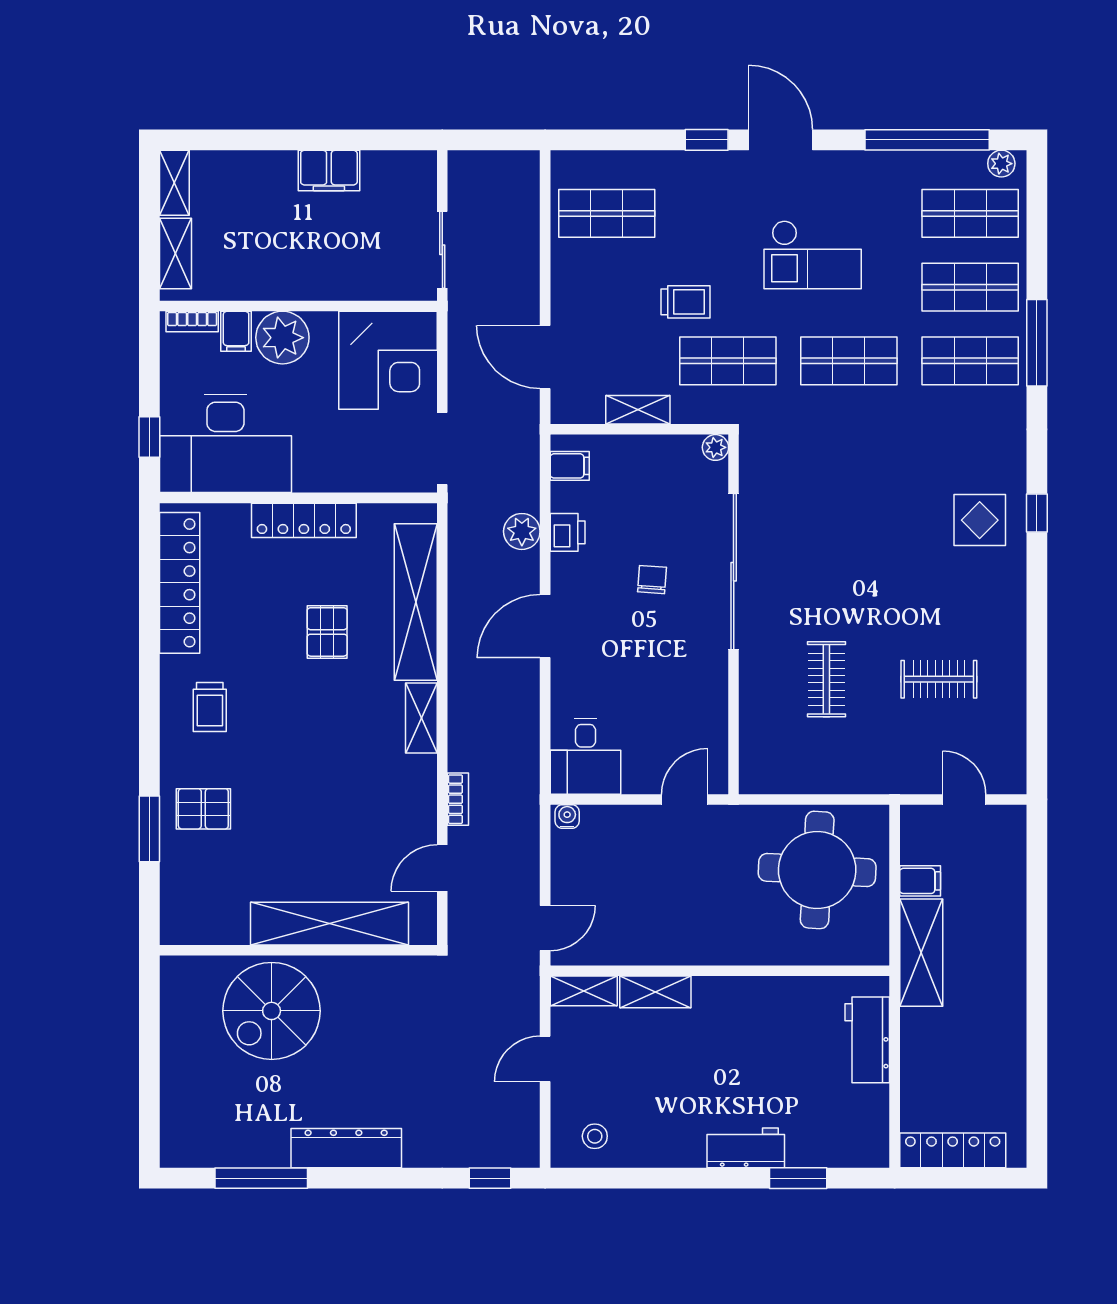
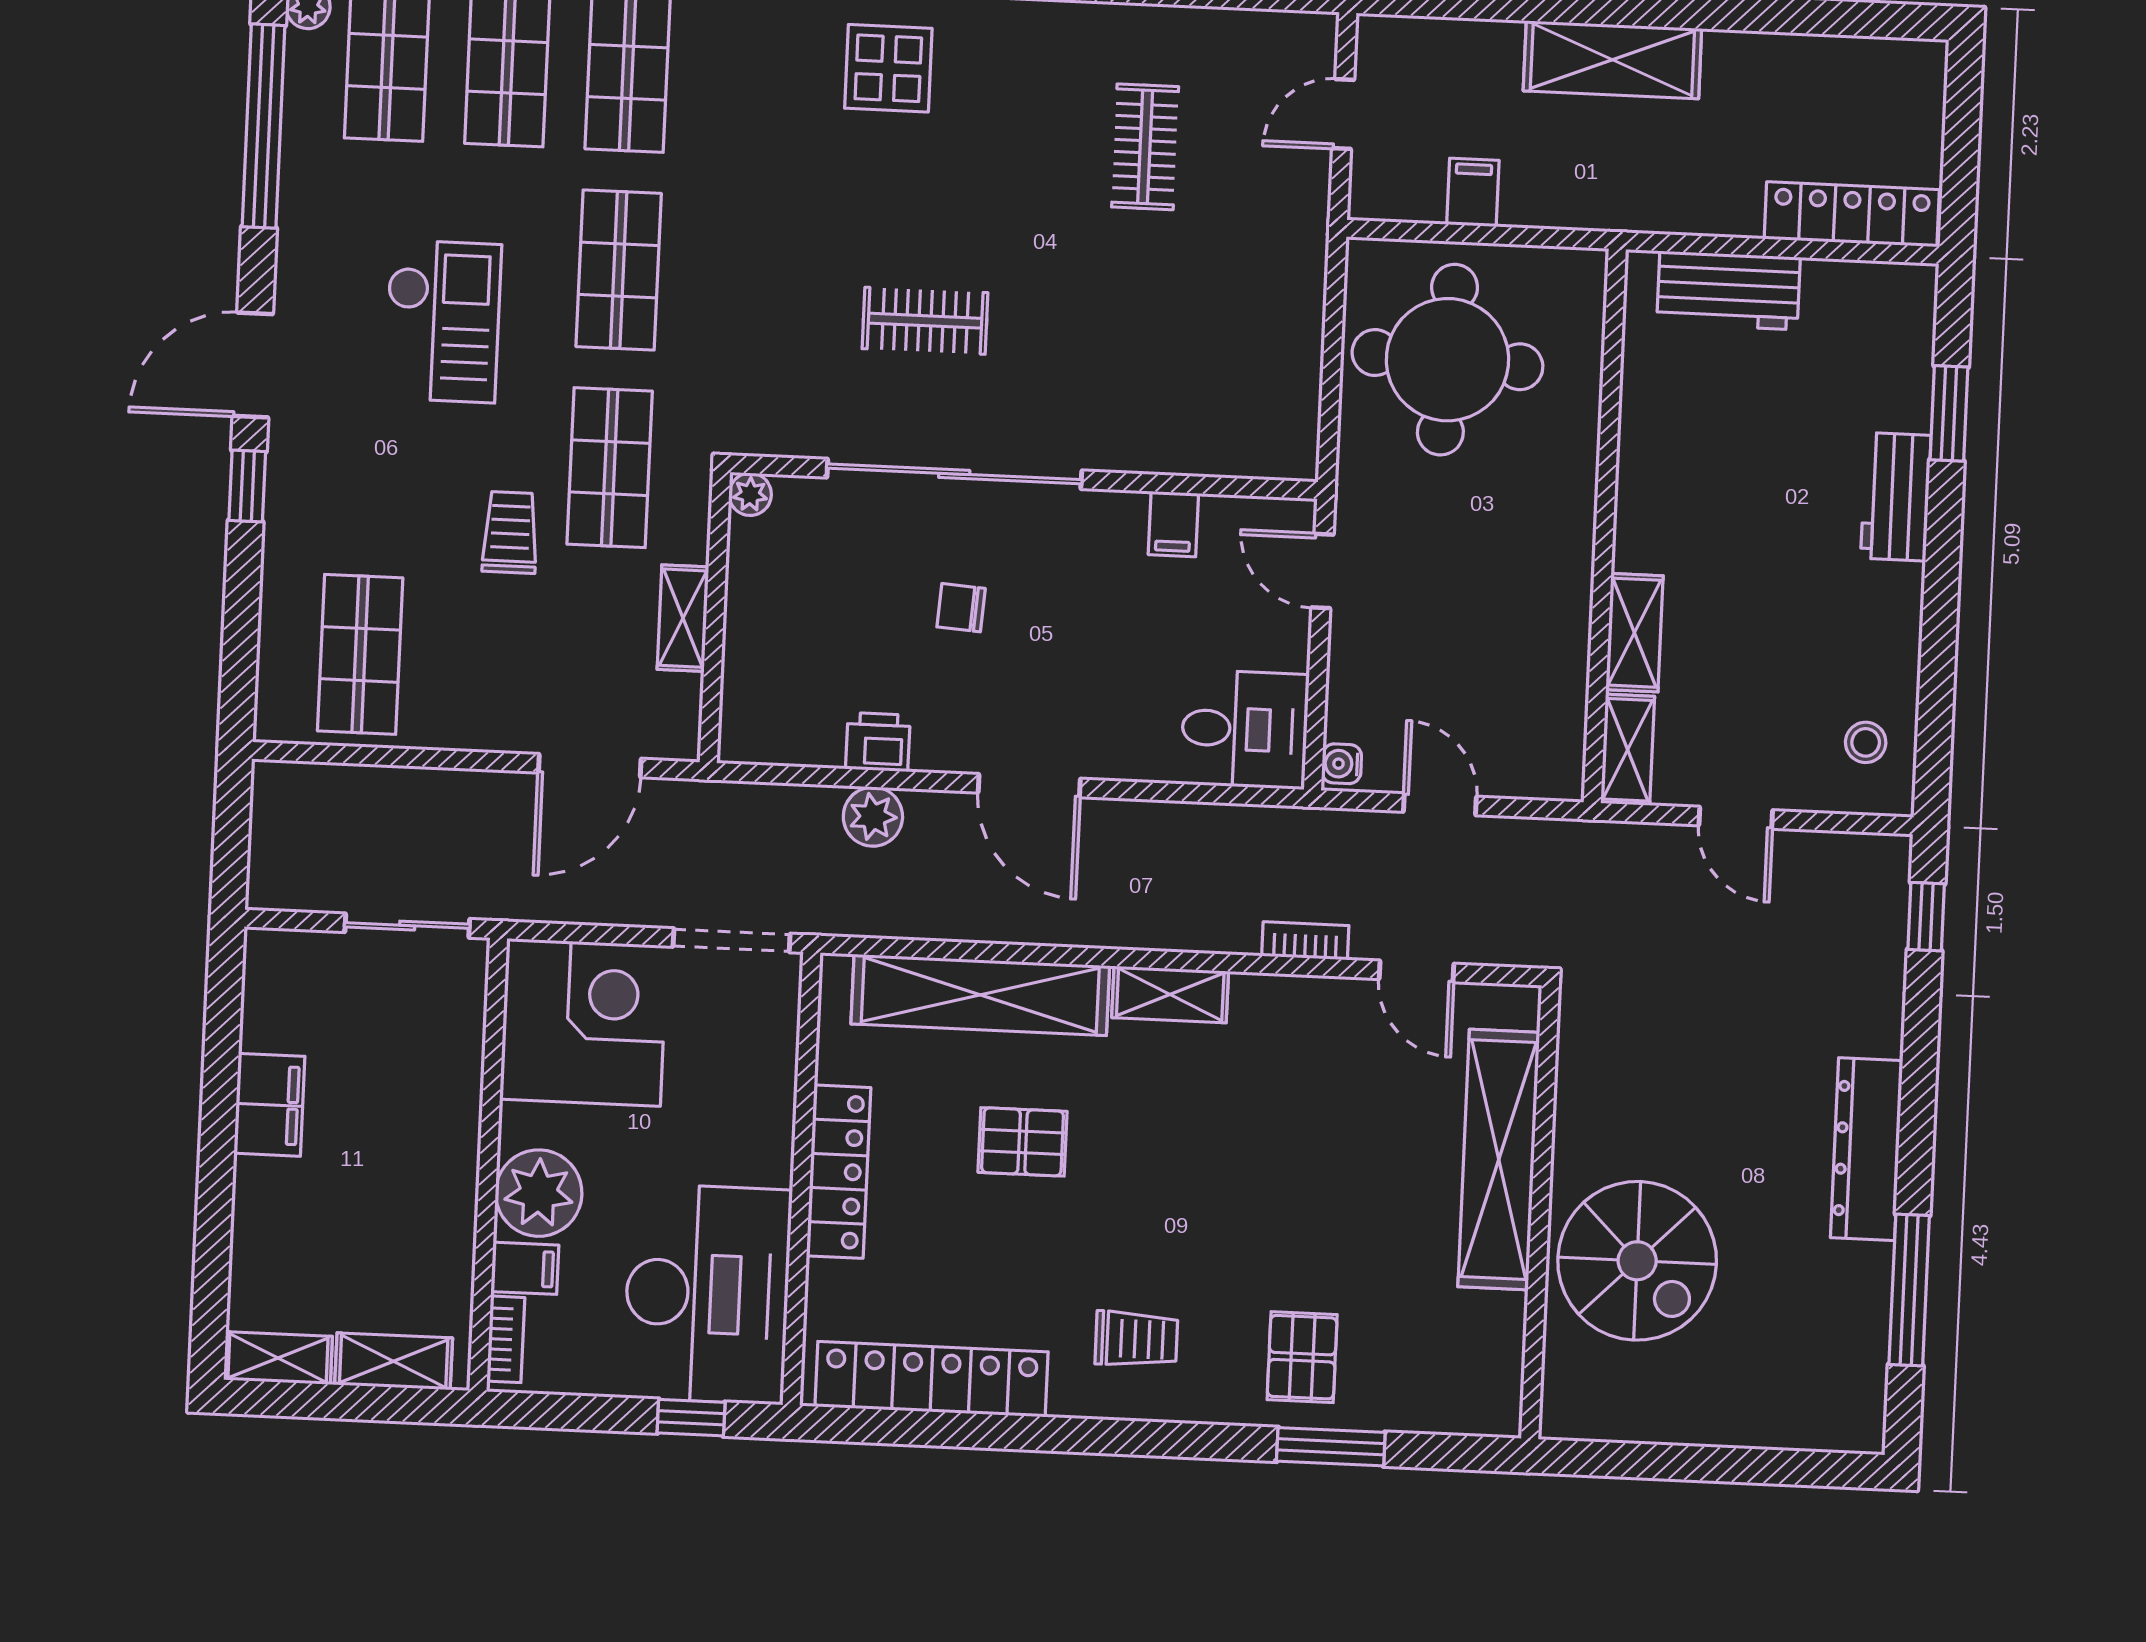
filing cabinet: (570, 466) -> (1173, 524), moved, turned 180
clothes rail: (826, 679) -> (925, 321), moved
door: (545, 928) -> (1440, 804), moved
shelving: (921, 953) -> (1612, 60), moved
locker: (953, 1150) -> (1852, 214), moved, turned 90

